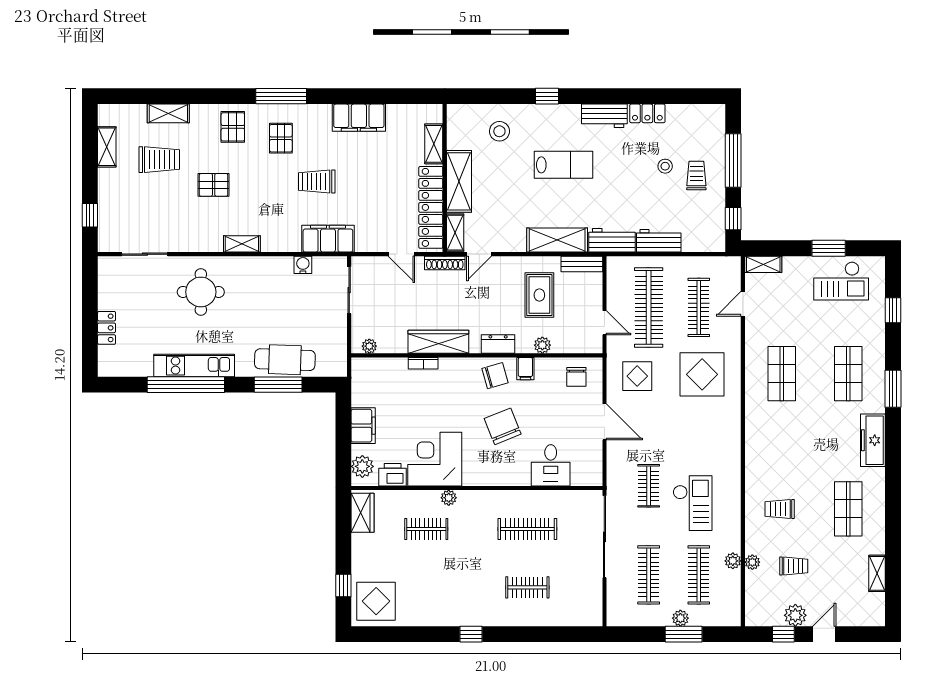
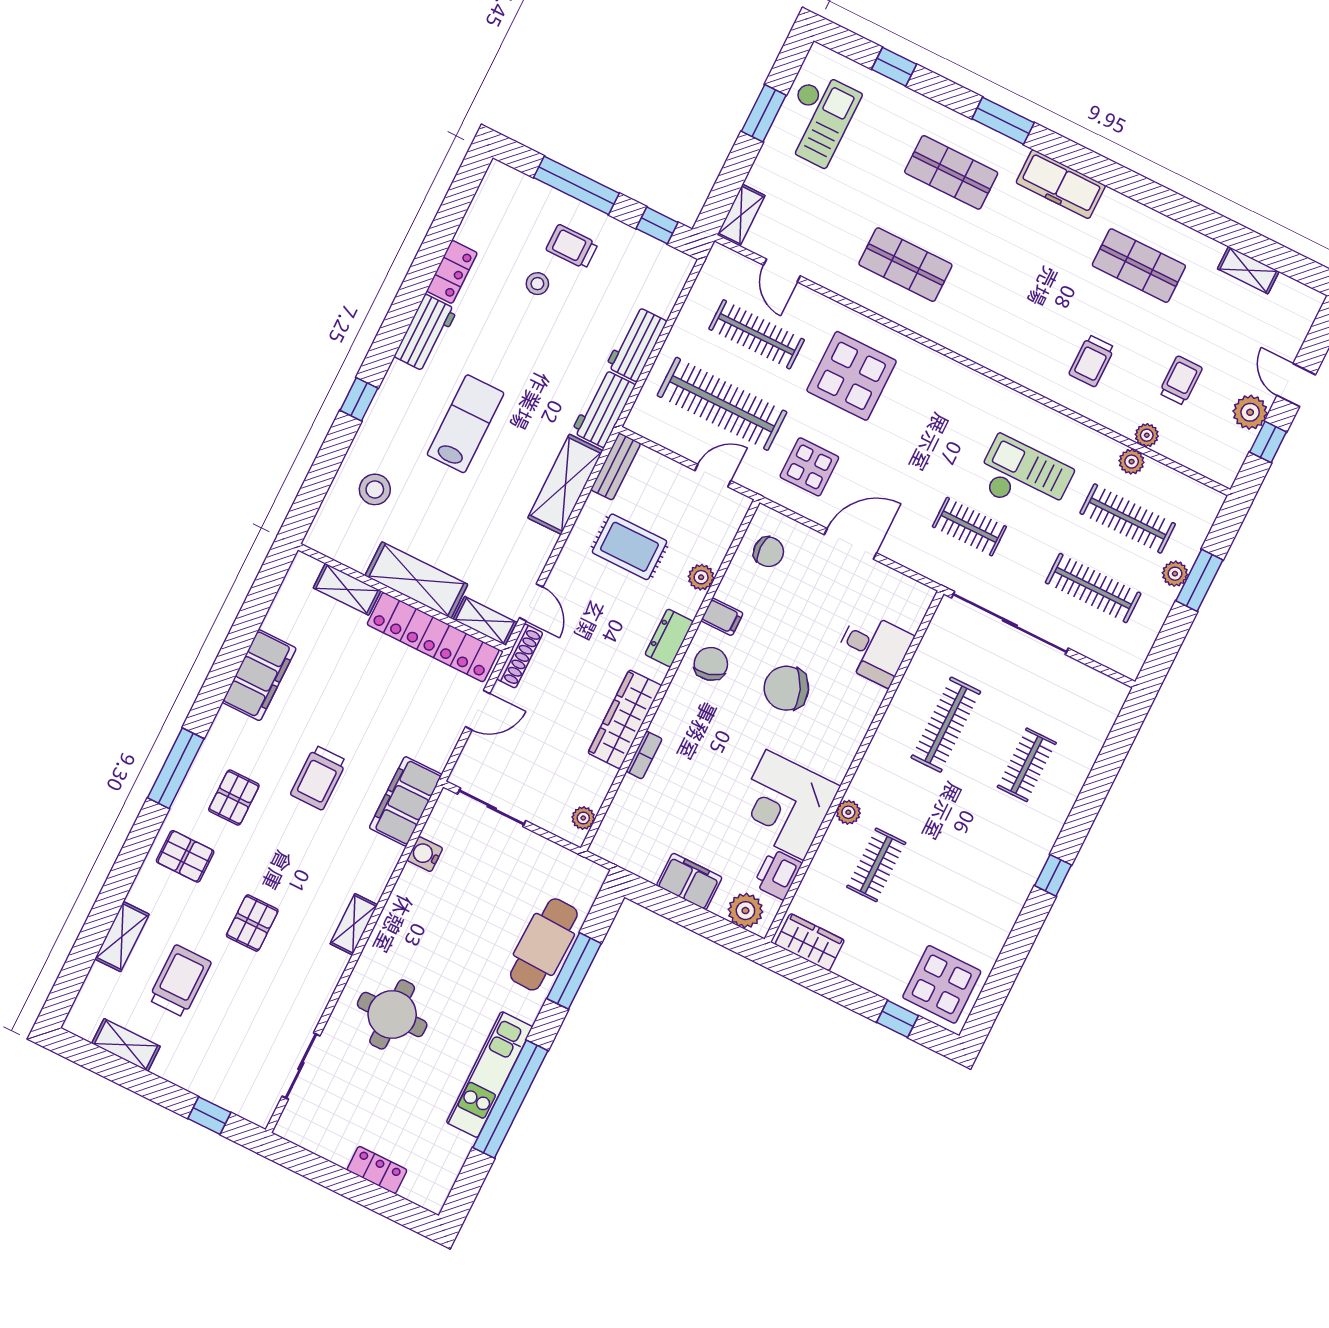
pallet: (281, 138) -> (234, 798), turned 90

